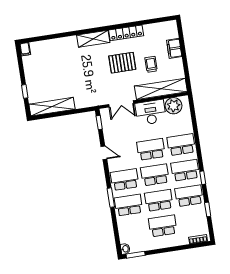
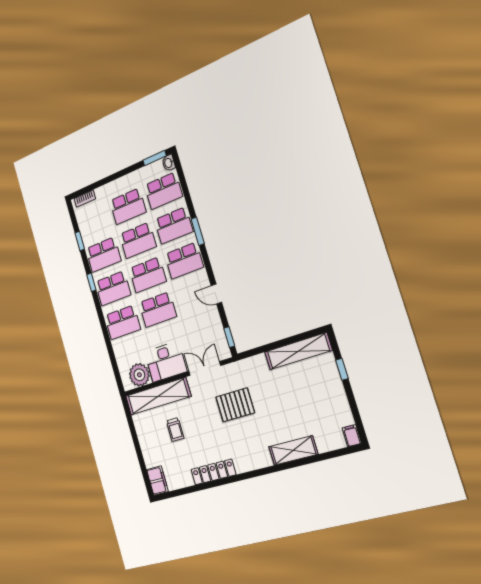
shelving: (93, 39) -> (293, 450), moved
filing cabinet: (174, 48) -> (157, 481), moved
pallet: (122, 63) -> (235, 405), moved
school desk: (132, 231) -> (163, 191), added

